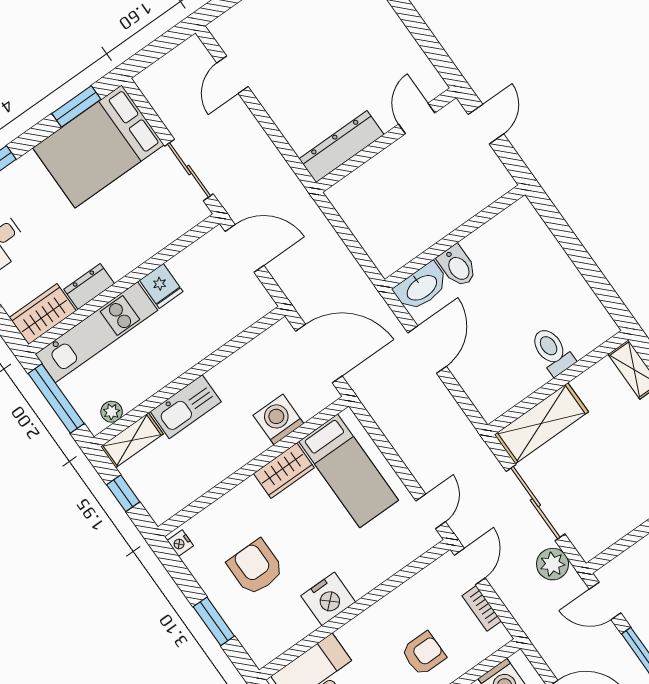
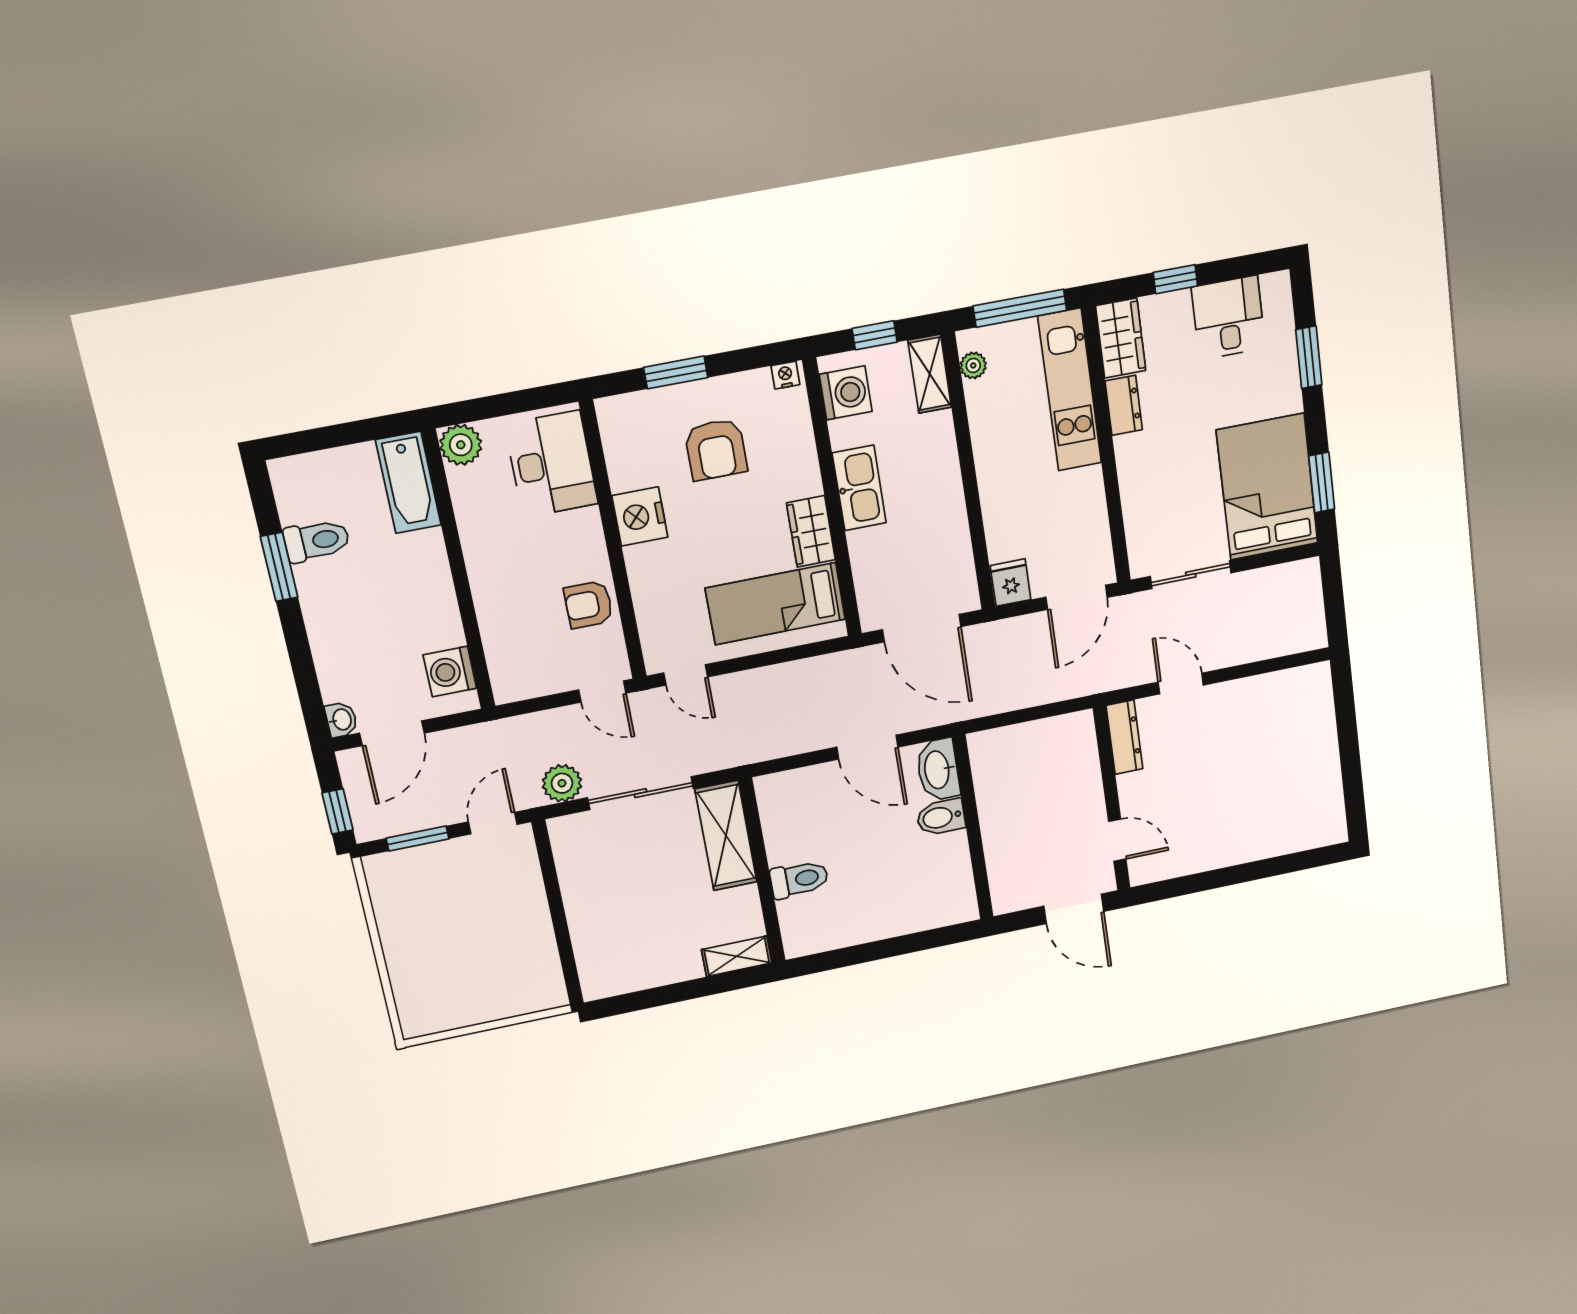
door: (233, 75) -> (1181, 684), moved
door: (486, 124) -> (1074, 909), width x1.38
dresser: (341, 147) -> (1125, 737), width x0.73, depth x0.80
fridge: (161, 286) -> (1011, 583), moved, turned 90
door: (319, 354) -> (922, 628), hinge flipped
kitchen sink: (186, 407) -> (859, 488), moved, turned 180
washing machine: (278, 419) -> (846, 393), moved
armchair: (255, 567) -> (716, 449), turned 90
bookcase: (482, 608) -> (548, 685), removed
armchair: (424, 654) -> (588, 605), moved, turned 90

